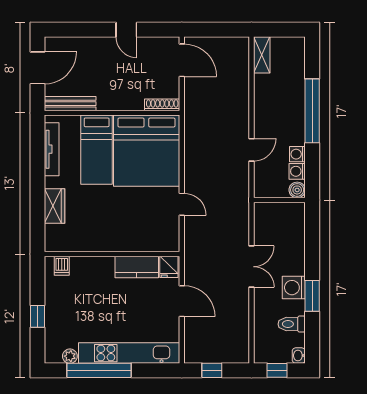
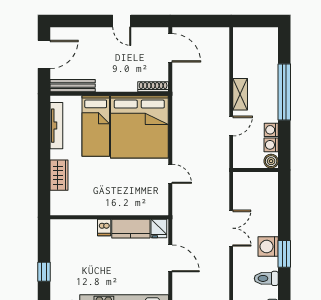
shelving: (262, 55) -> (240, 94), moved
dishwasher: (62, 266) -> (104, 227), moved

